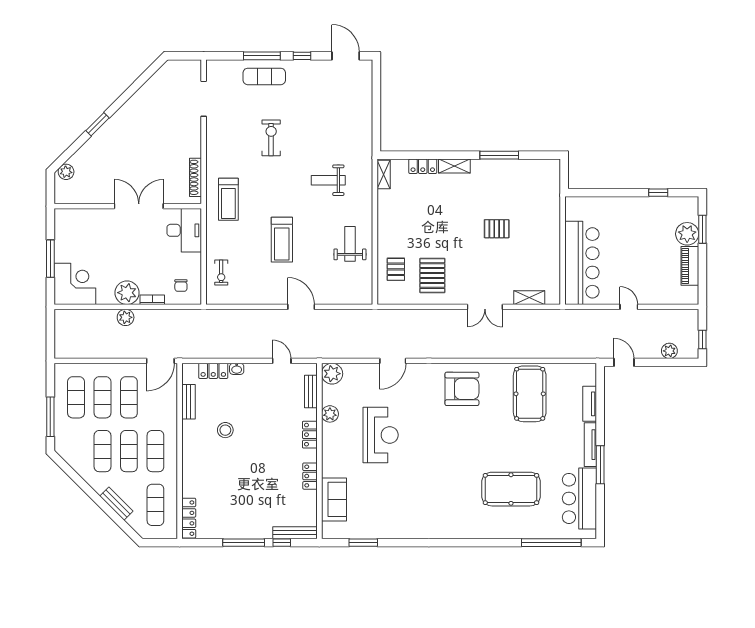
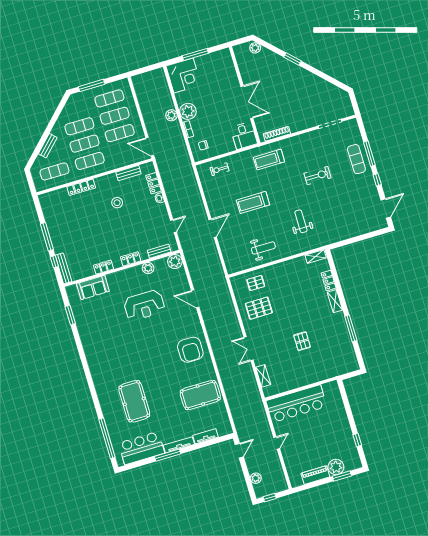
desk: (184, 230) -> (244, 136), width x0.73
locker: (189, 518) -> (81, 187), moved

